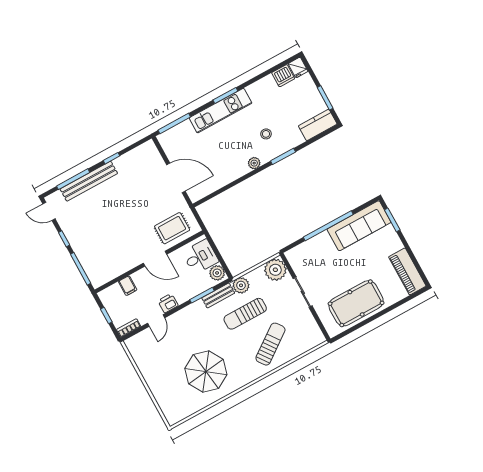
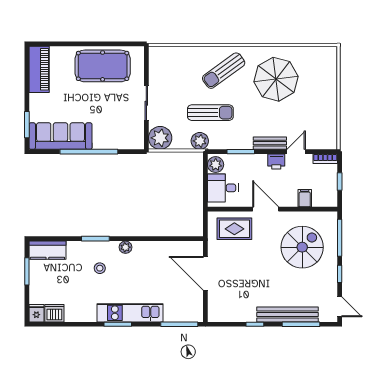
spiral stairs: (107, 244) -> (302, 247), added
bench: (218, 296) -> (270, 143), moved
sun lounger: (270, 344) -> (224, 71), moved

